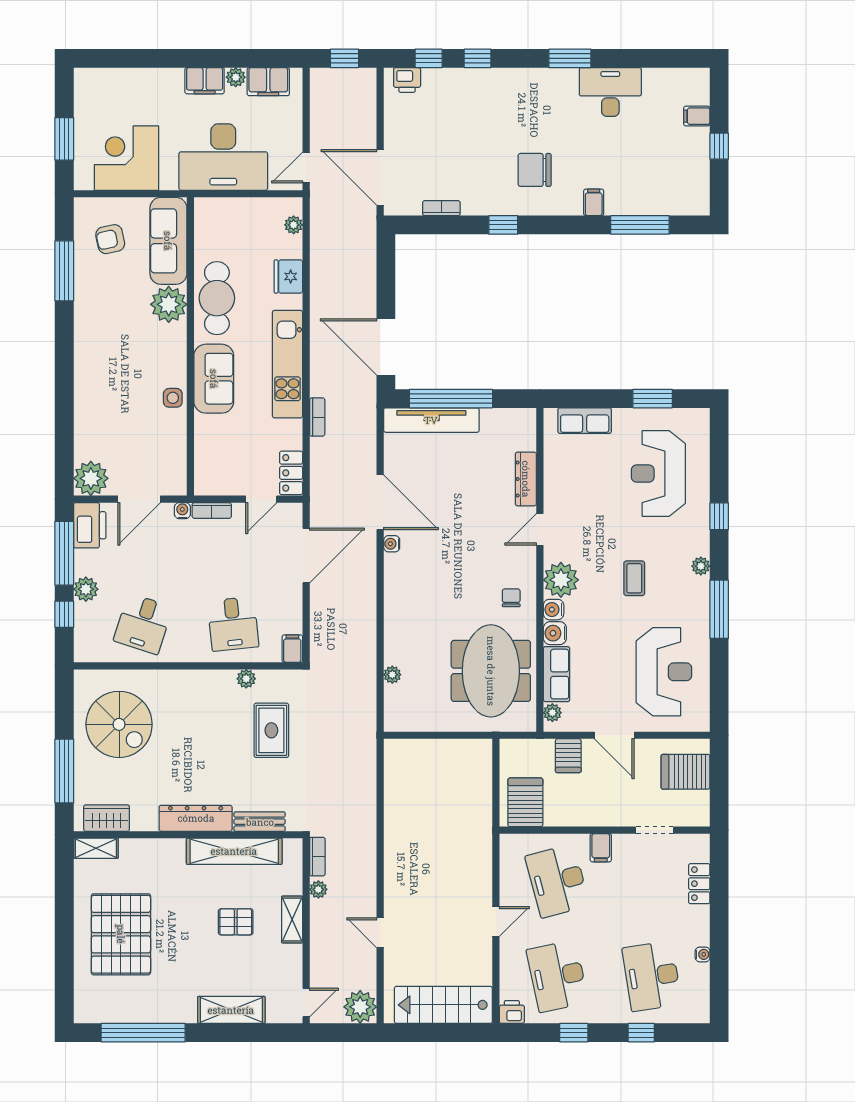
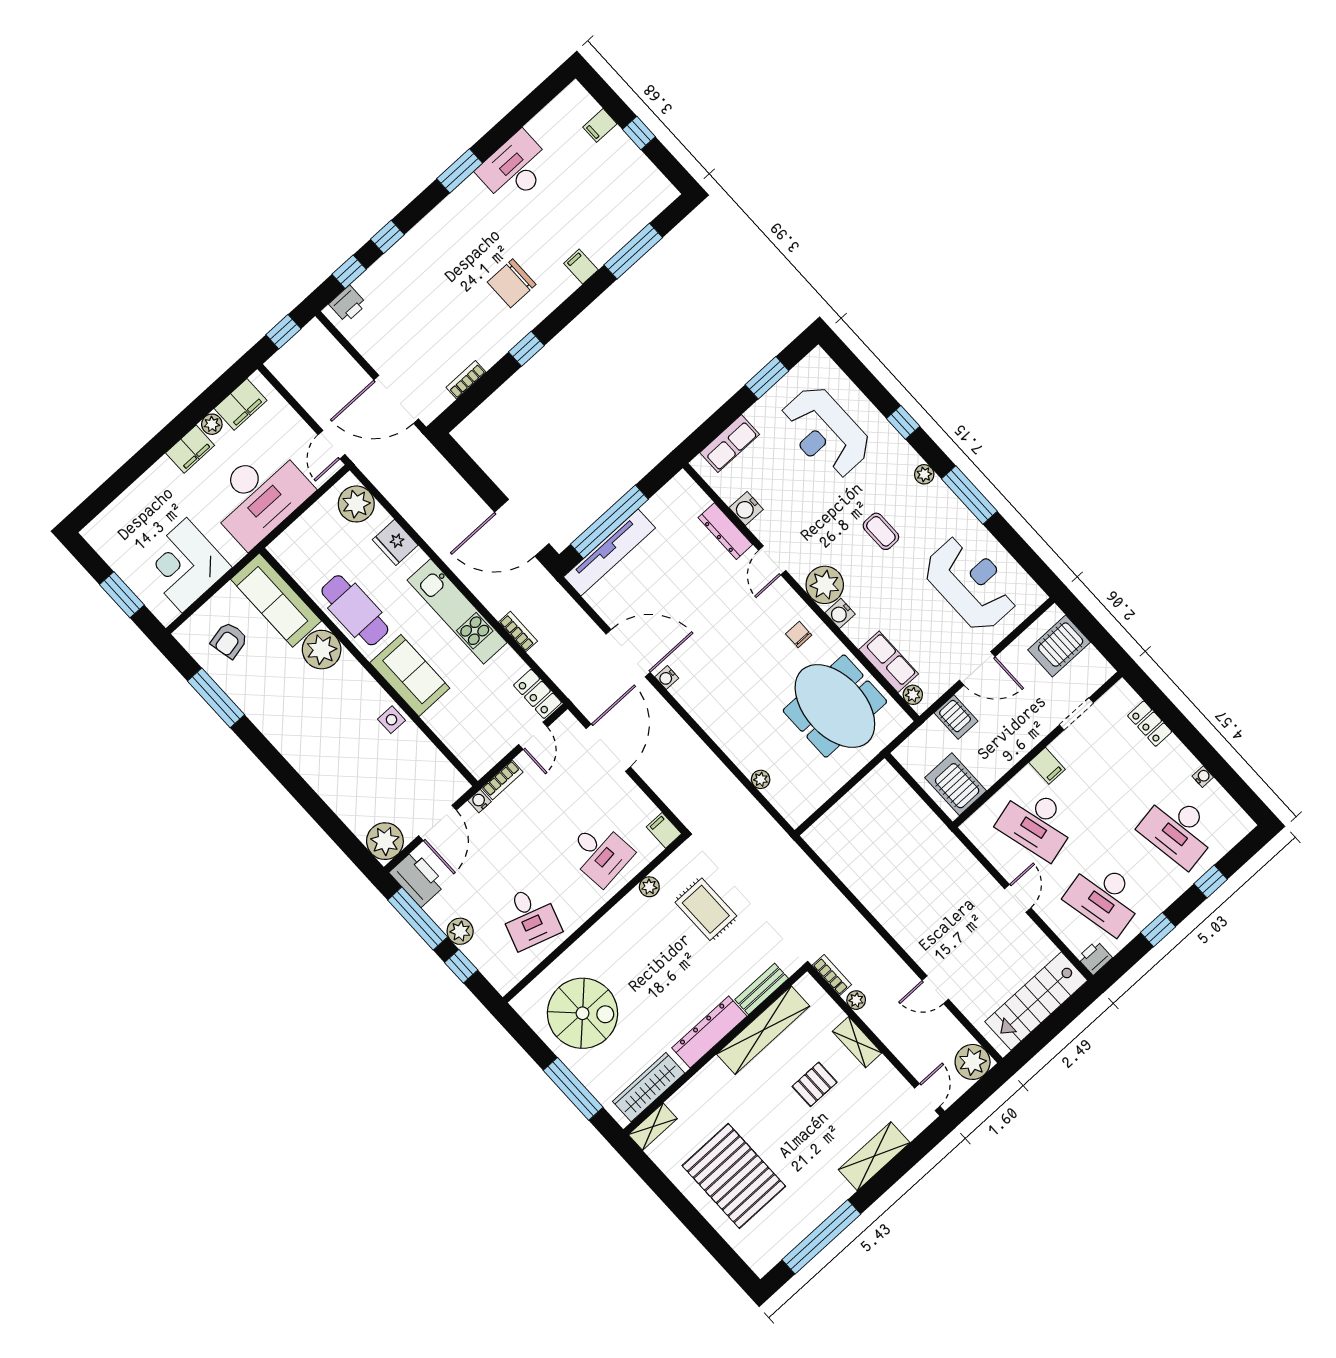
plant: (294, 225) -> (356, 504), width x1.88, depth x1.88
water cooler: (555, 633) -> (746, 509), moved
wardrobe: (107, 818) -> (649, 1087), width x1.50

